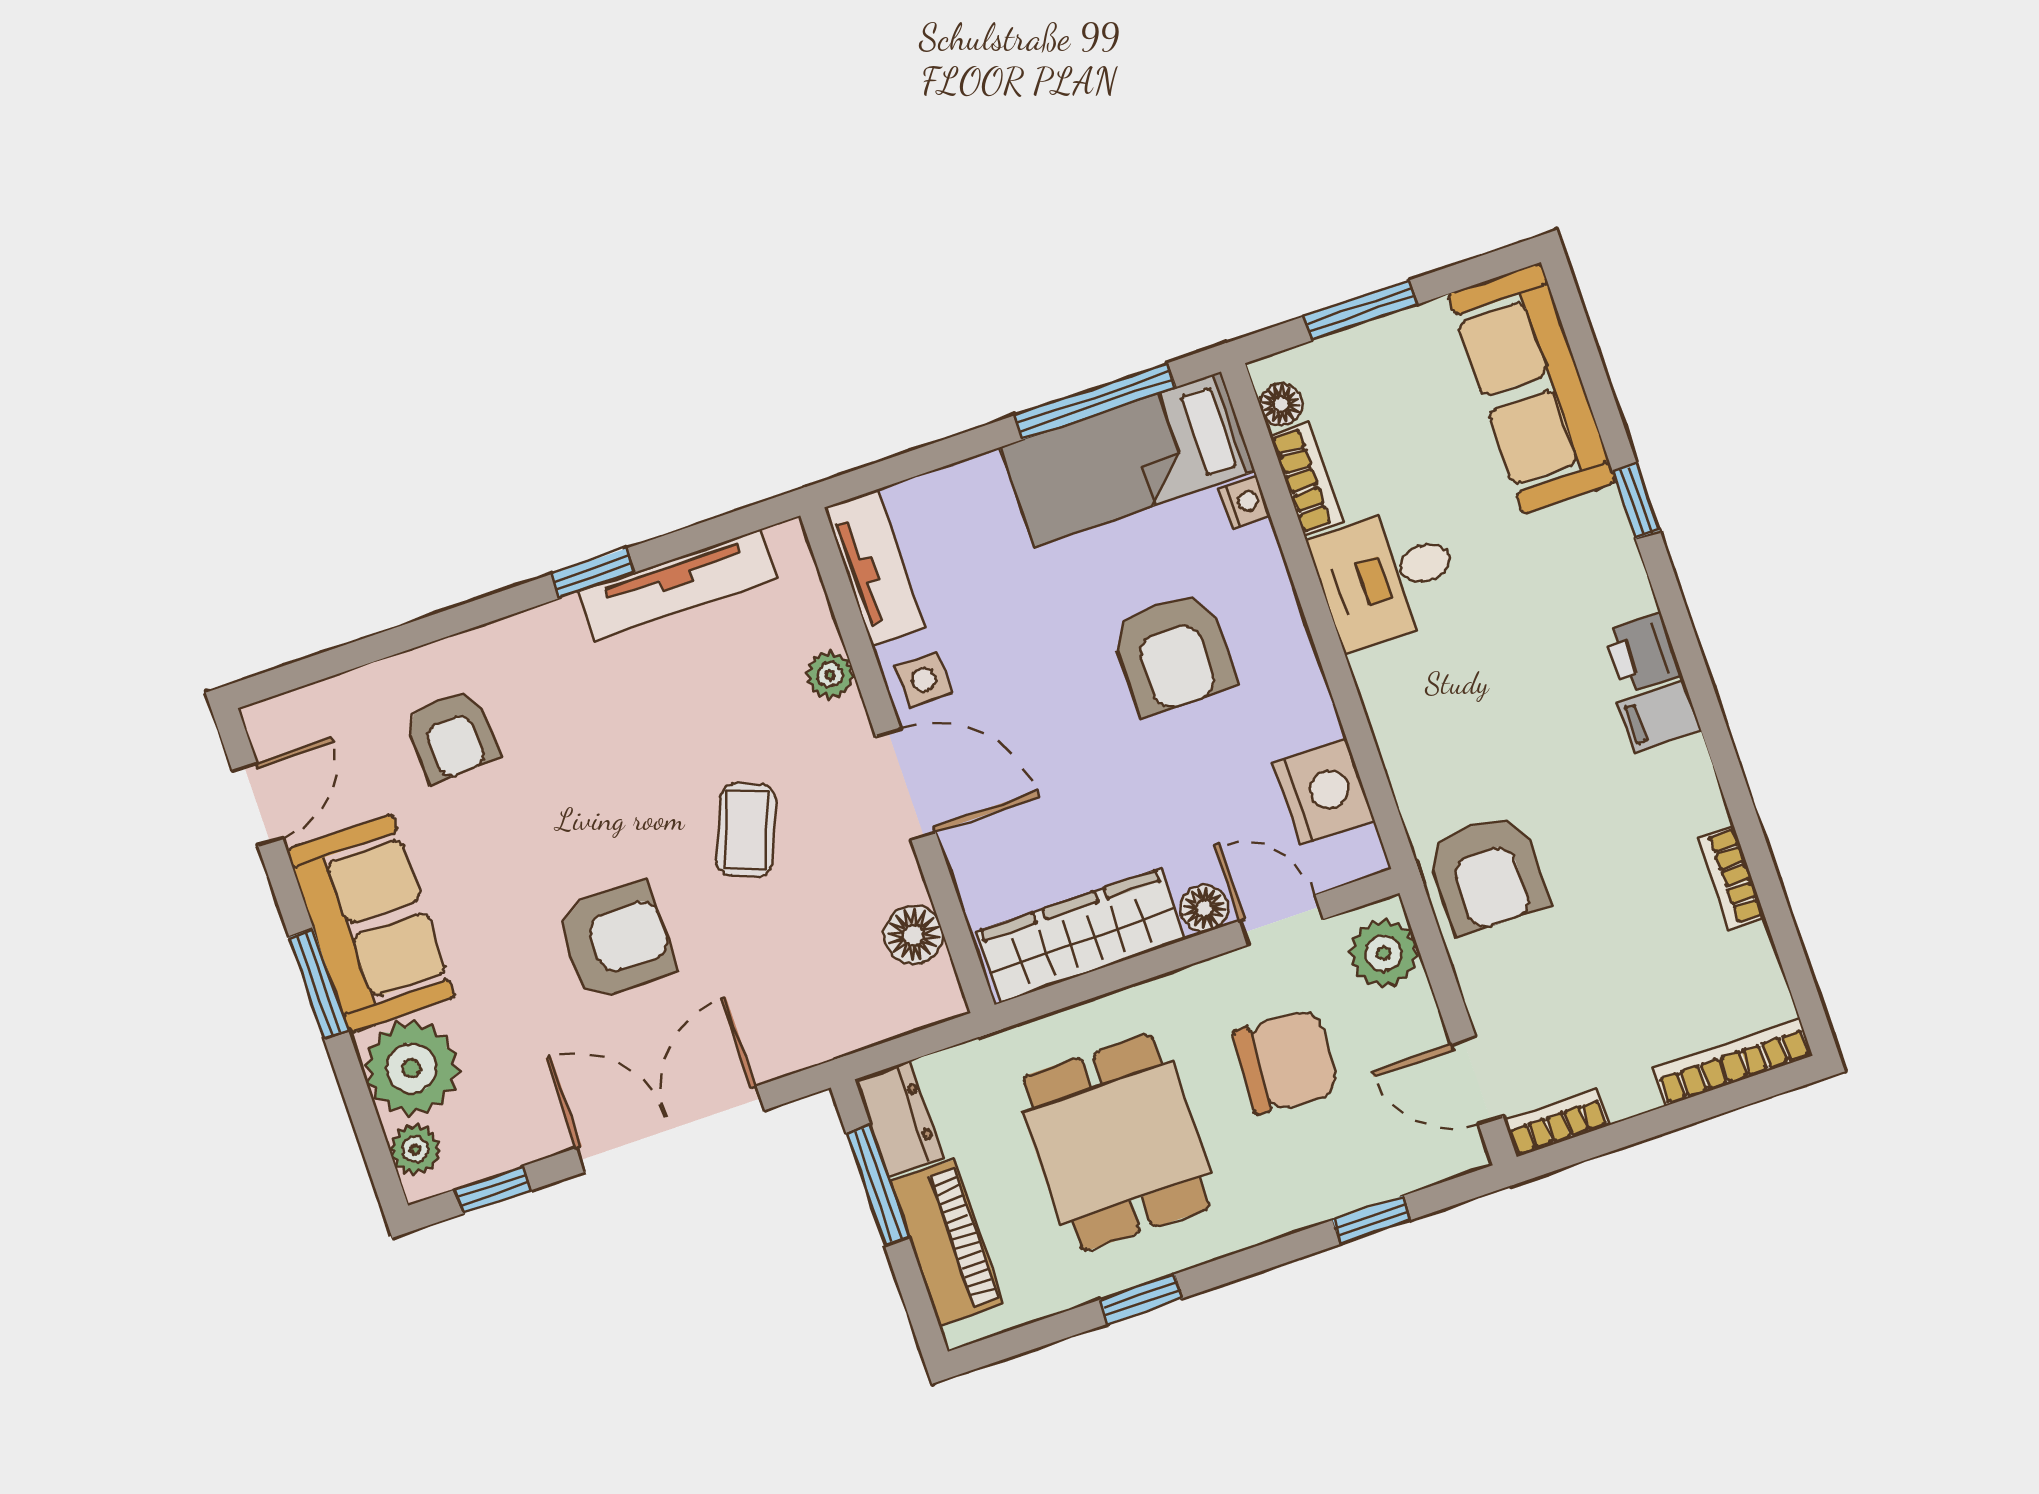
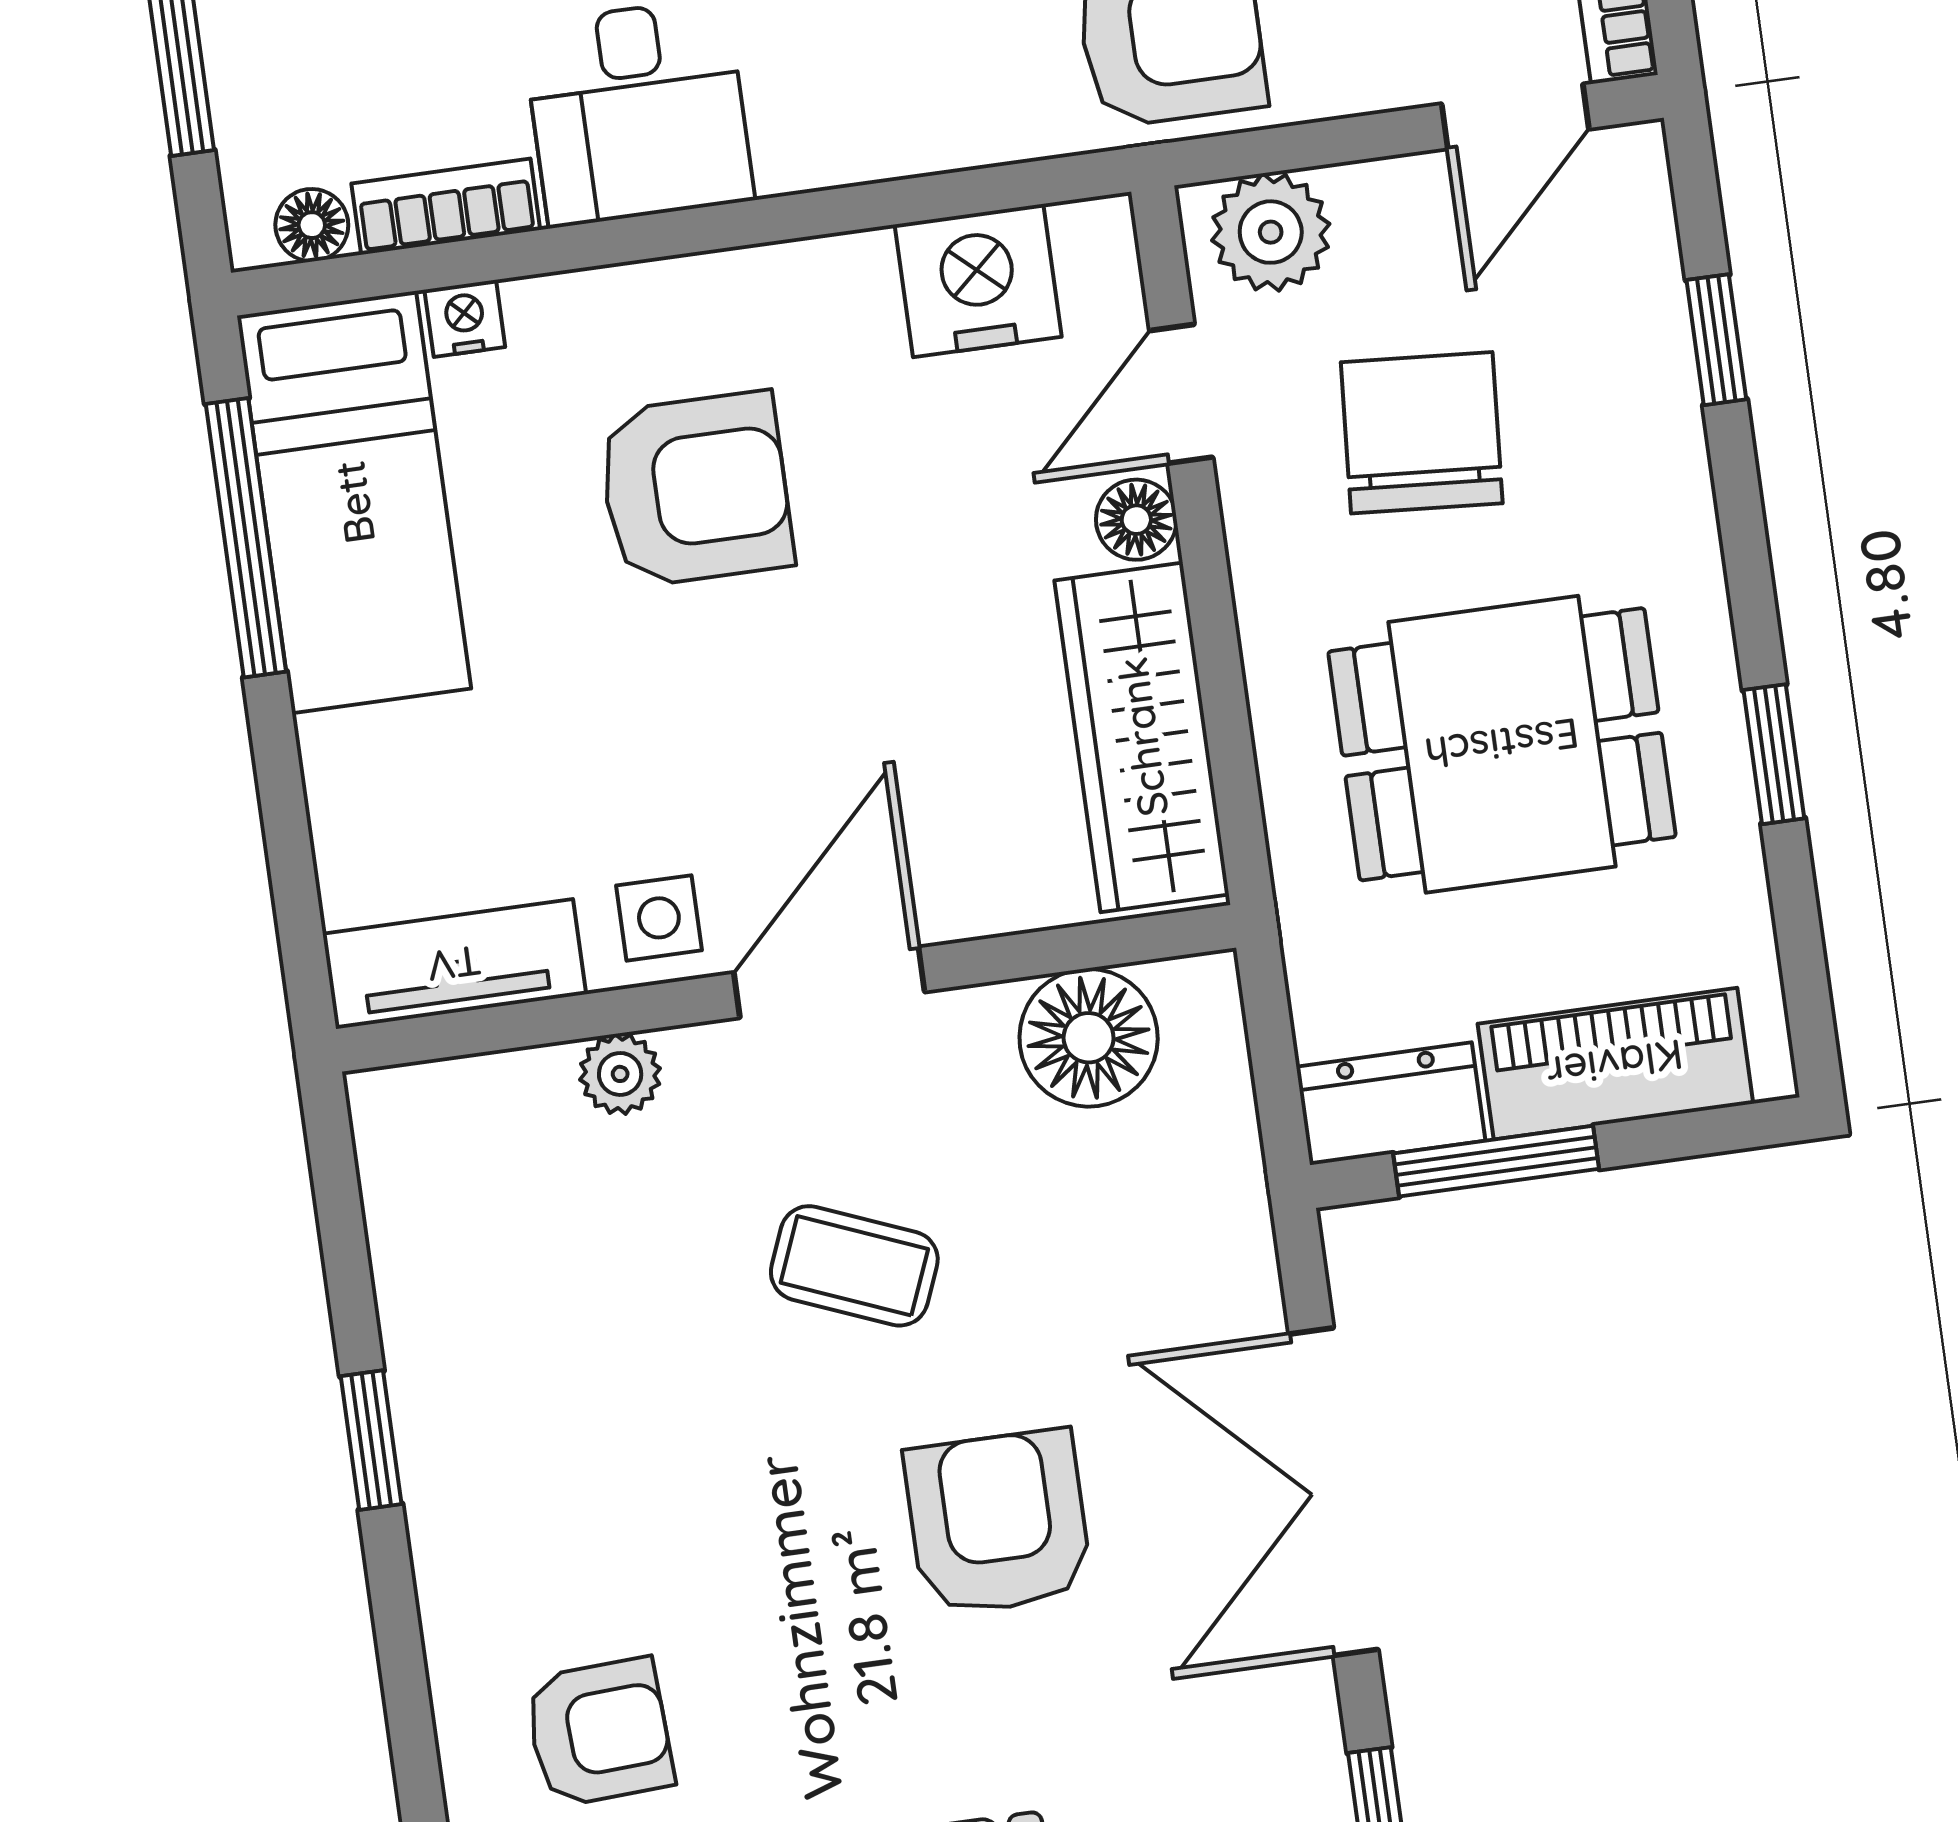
tv unit: (678, 585) -> (419, 1302), removed
floor lamp: (913, 935) -> (1089, 1038), width x1.38, depth x1.38

